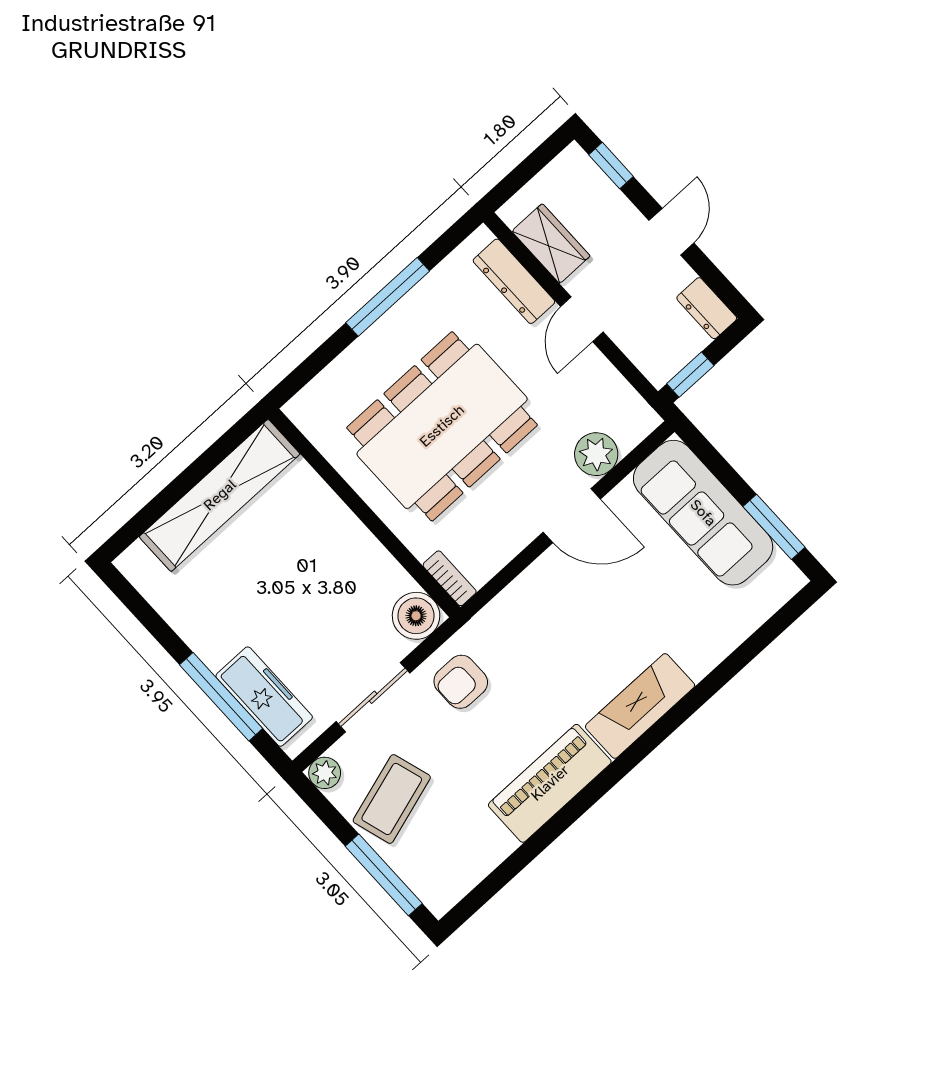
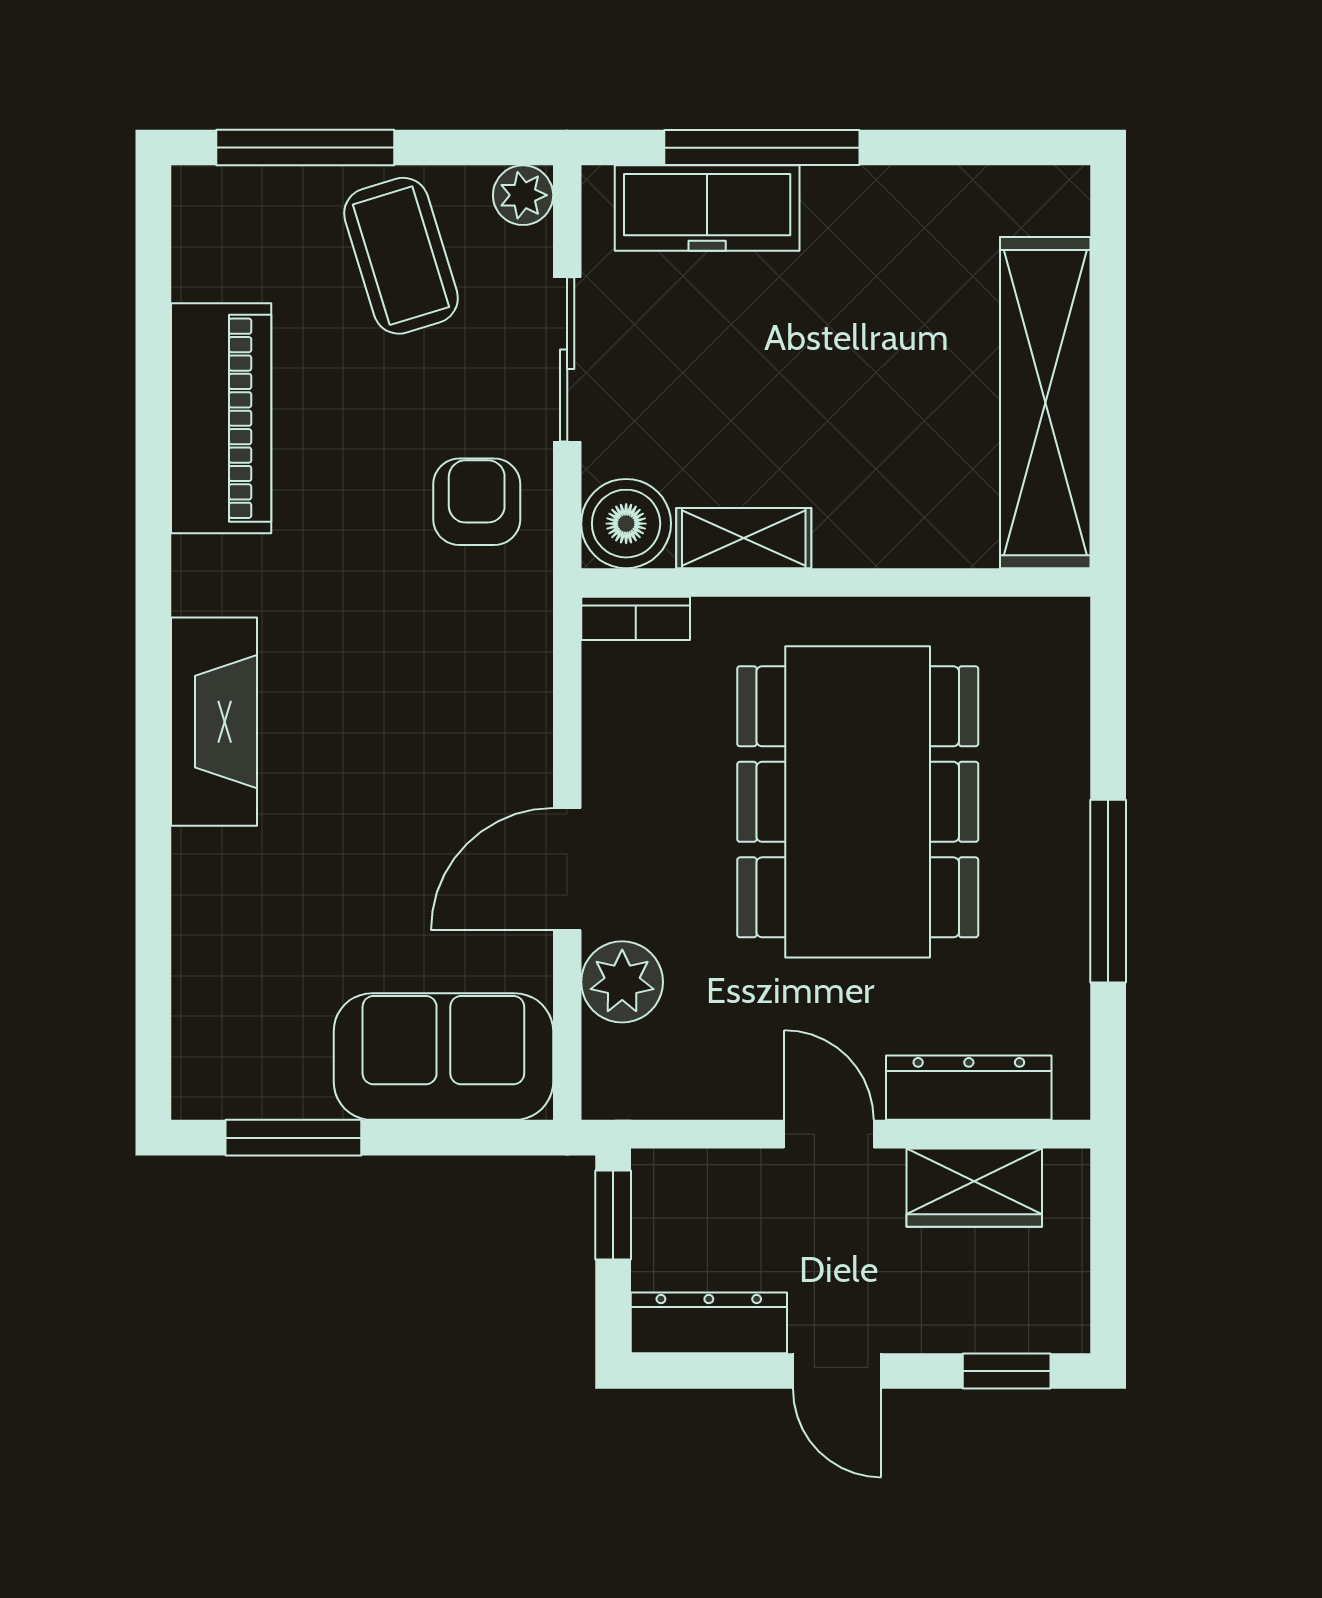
dresser: (707, 308) -> (709, 1323), width x1.44
sofa: (703, 513) -> (443, 1057), width x0.73
shelving: (380, 565) -> (744, 538), added
piano: (550, 783) -> (221, 418), moved

